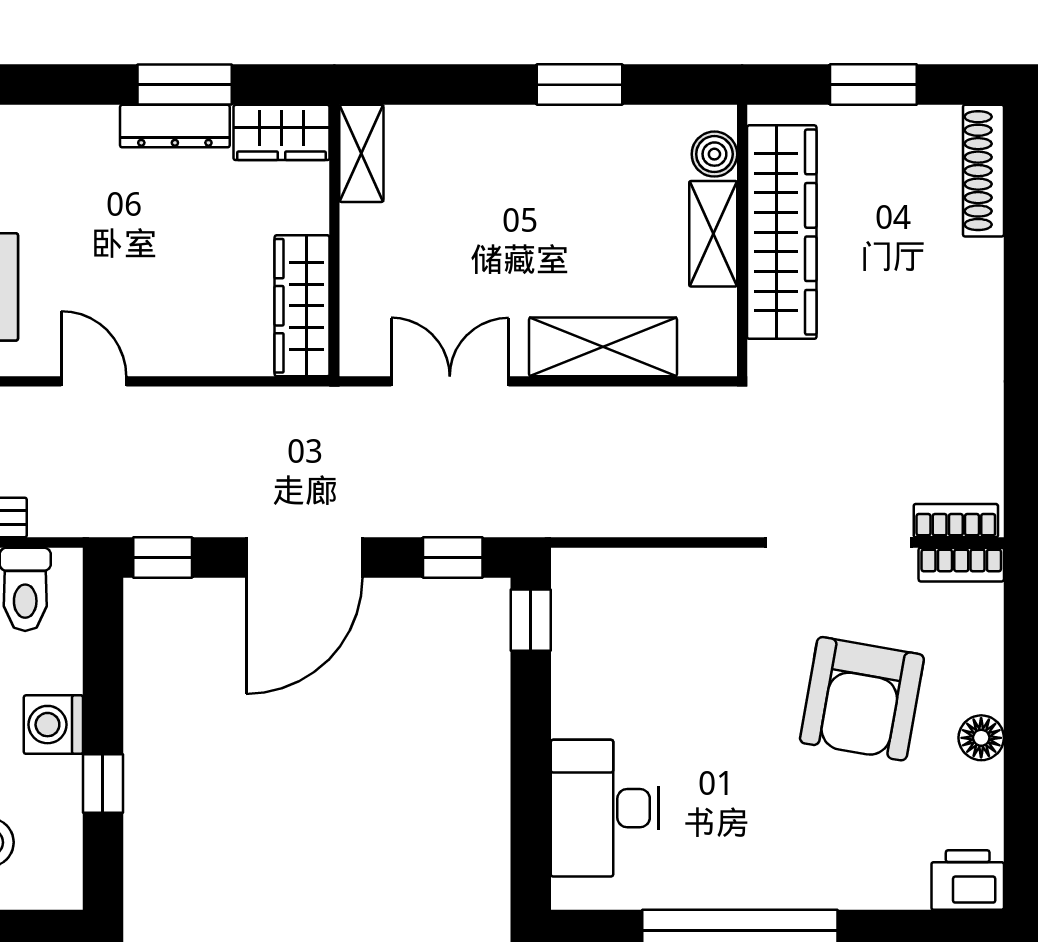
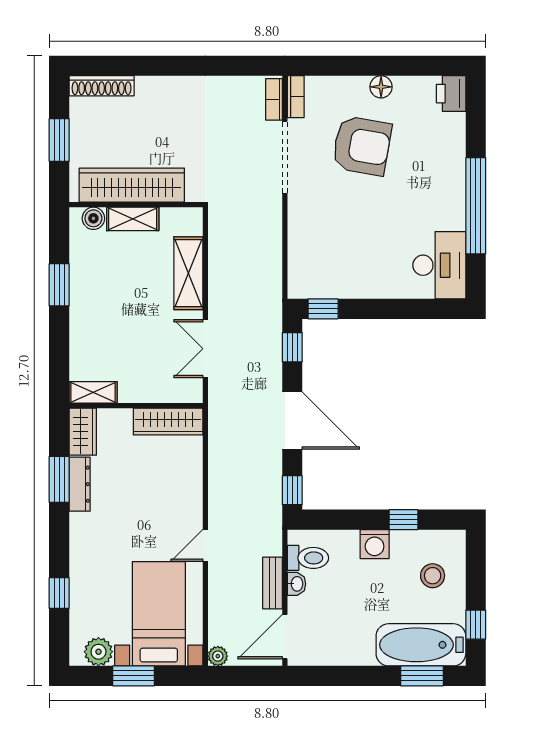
door: (94, 381) -> (205, 545), moved
desk: (605, 808) -> (439, 265), moved, turned -90

